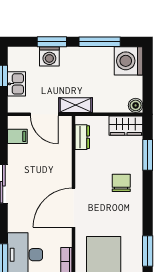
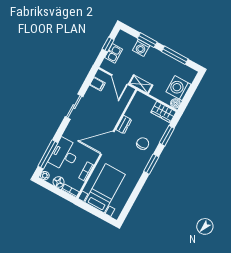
washing machine: (129, 61) -> (179, 88), moved
dresser: (82, 137) -> (124, 125), moved
window: (148, 251) -> (151, 164), moved

